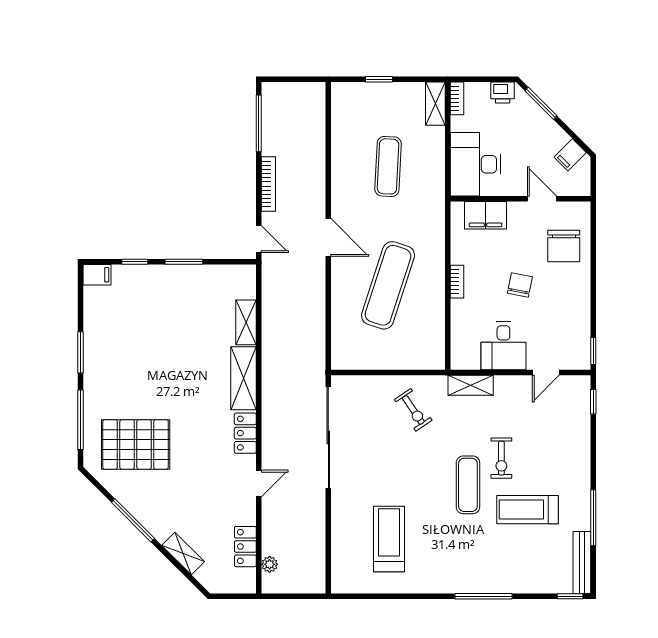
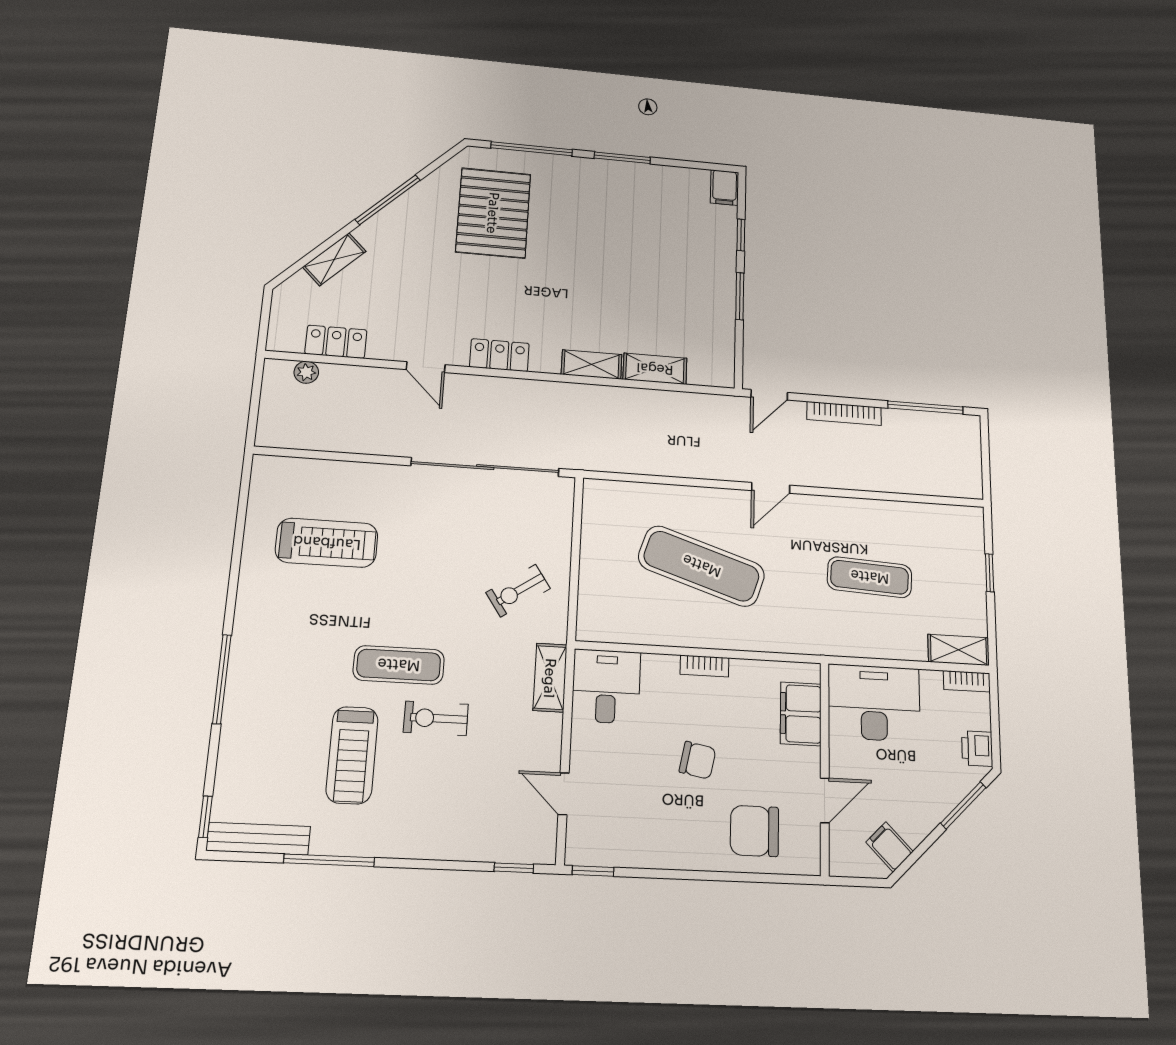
door: (328, 237) -> (771, 488), width x0.73
desk: (503, 346) -> (606, 686), moved, turned 90
shelving: (243, 378) -> (592, 364), width x0.67, depth x0.75
treadmill: (528, 510) -> (352, 755), turned 180

